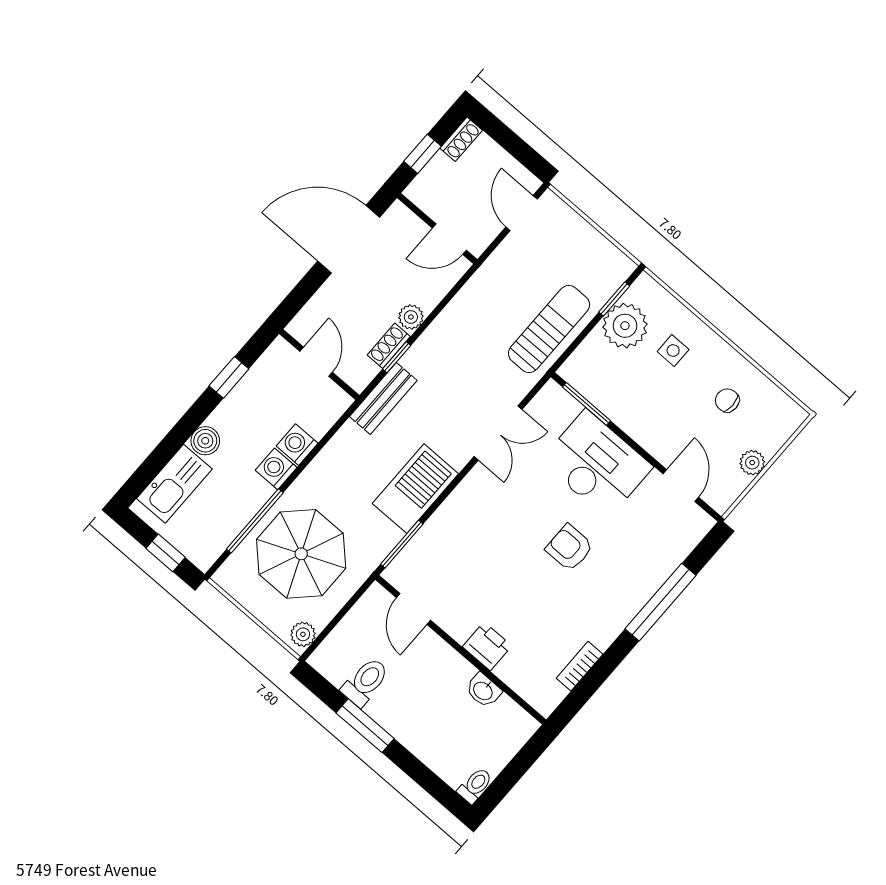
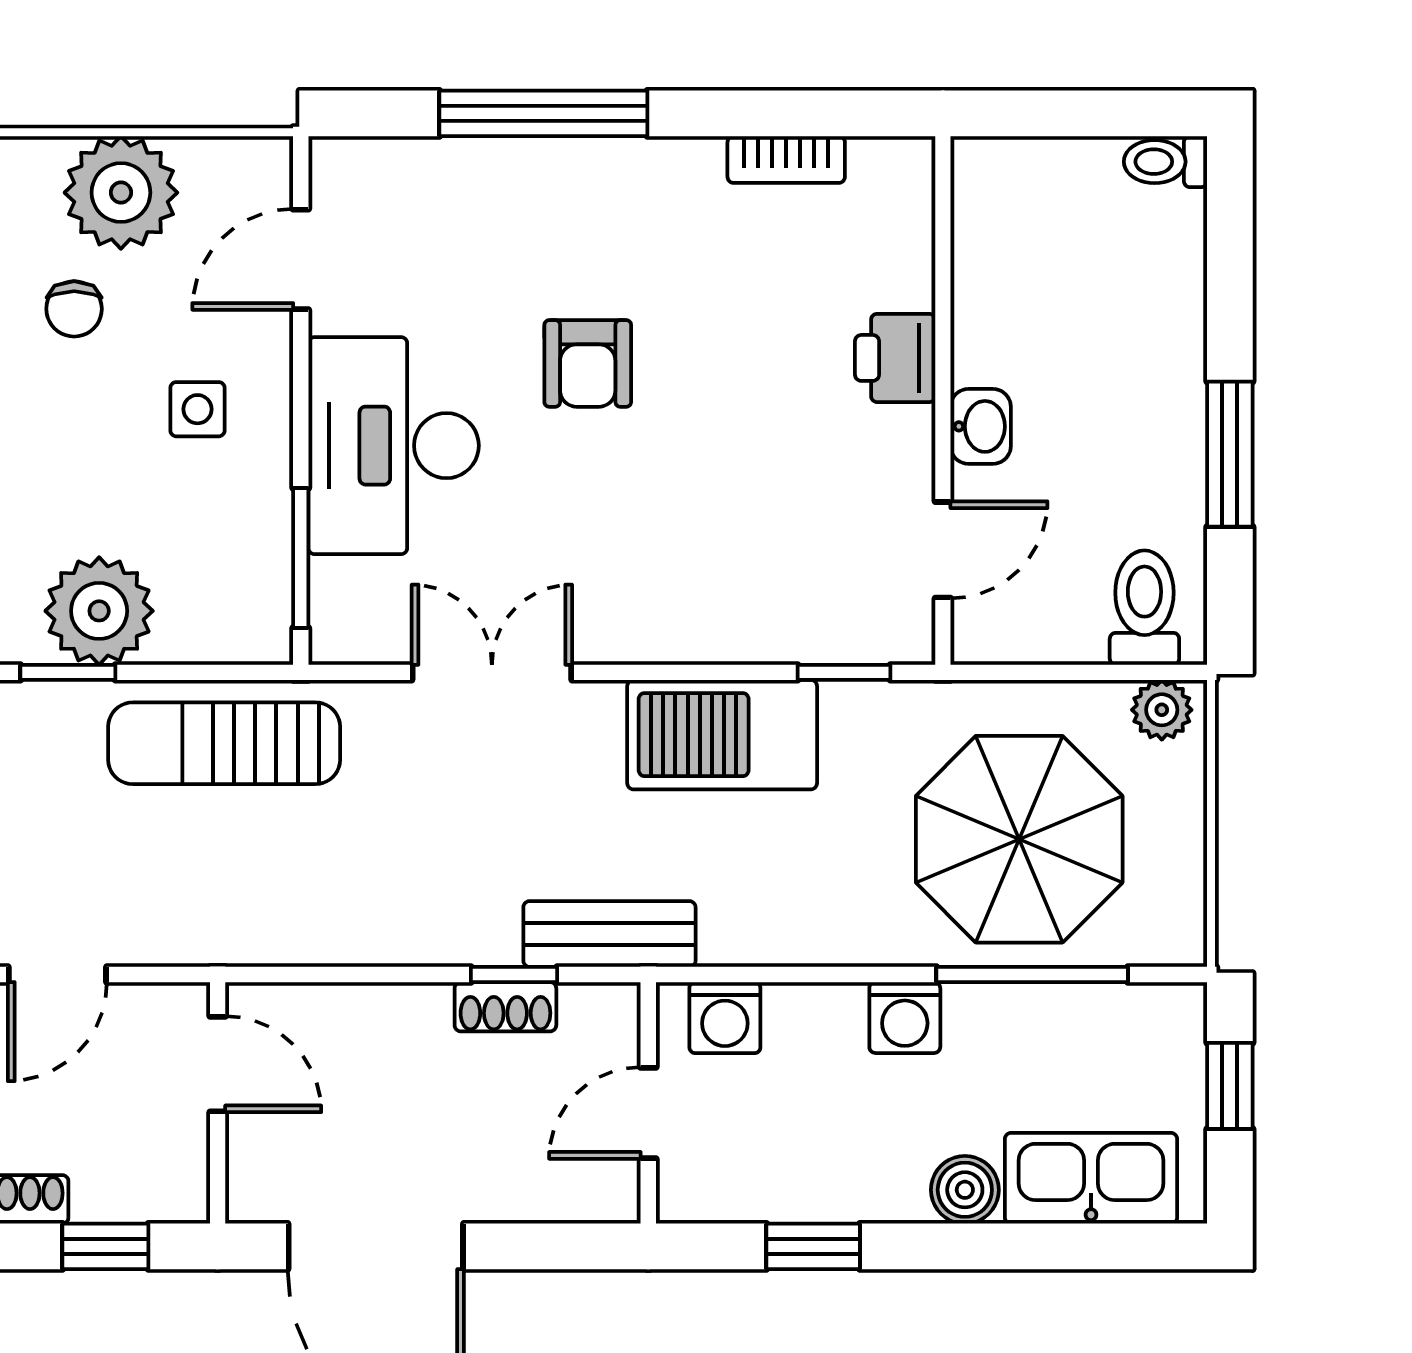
plant: (411, 317) -> (419, 1012), removed
side table: (673, 350) -> (197, 409), moved
washing machine: (297, 445) -> (725, 1018), moved
plant: (752, 463) -> (121, 193), width x1.88, depth x1.88
window: (402, 544) -> (844, 672), width x0.67
toilet: (365, 682) -> (1144, 608), moved, turned 90
washbasin: (483, 690) -> (981, 426), moved

